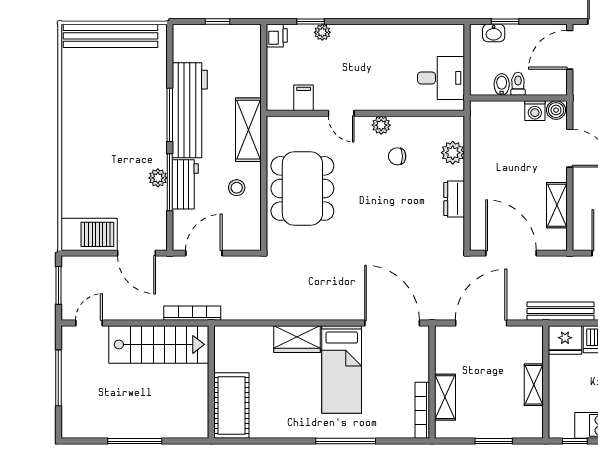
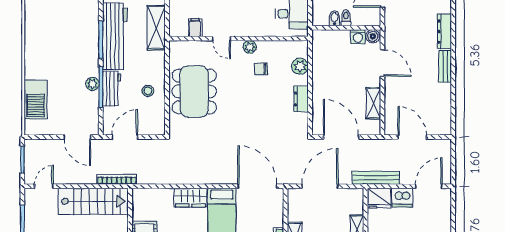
shelving: (248, 130) -> (156, 28), moved
barbecue: (89, 234) -> (36, 100), moved, turned 90

